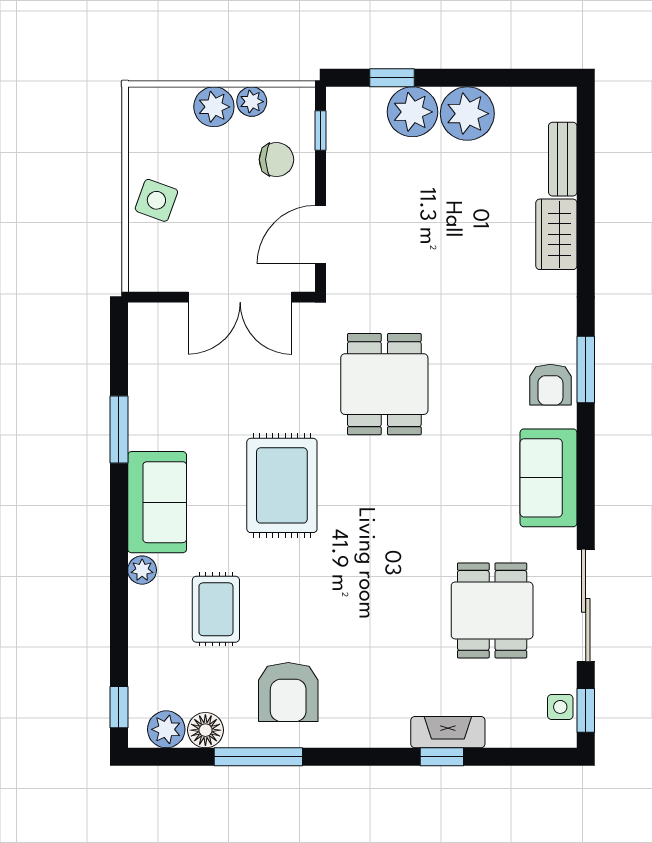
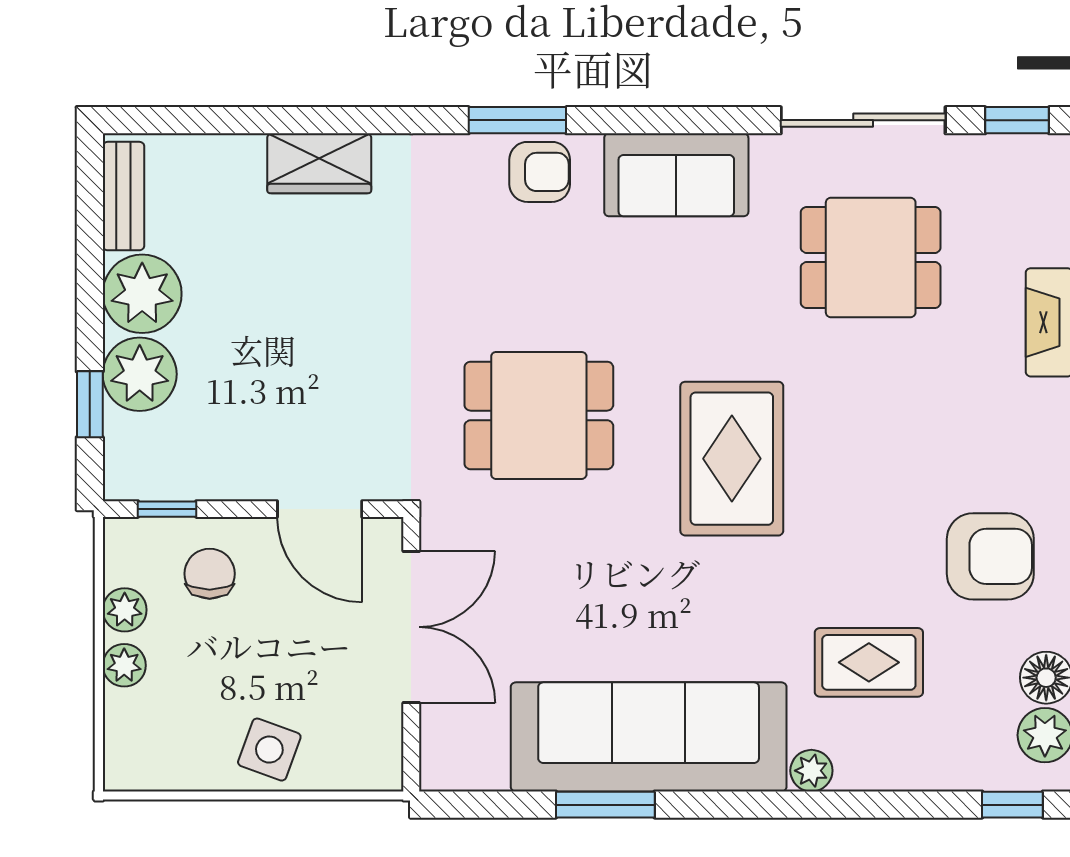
plant: (214, 107) -> (124, 665), width x0.73, depth x0.73
bench: (563, 159) -> (123, 196), moved, turned 90
rug: (282, 485) -> (732, 459), moved, turned 90
sofa: (157, 502) -> (649, 737), width x1.85, depth x1.27
side table: (560, 707) -> (1012, 158), removed

